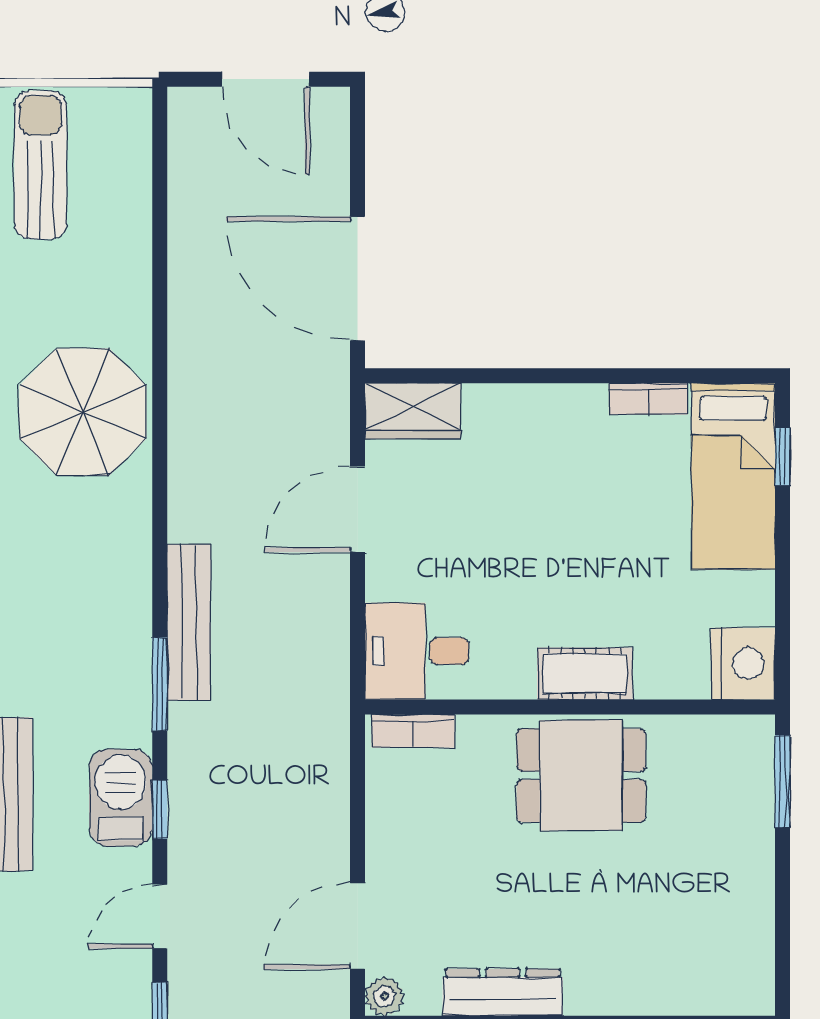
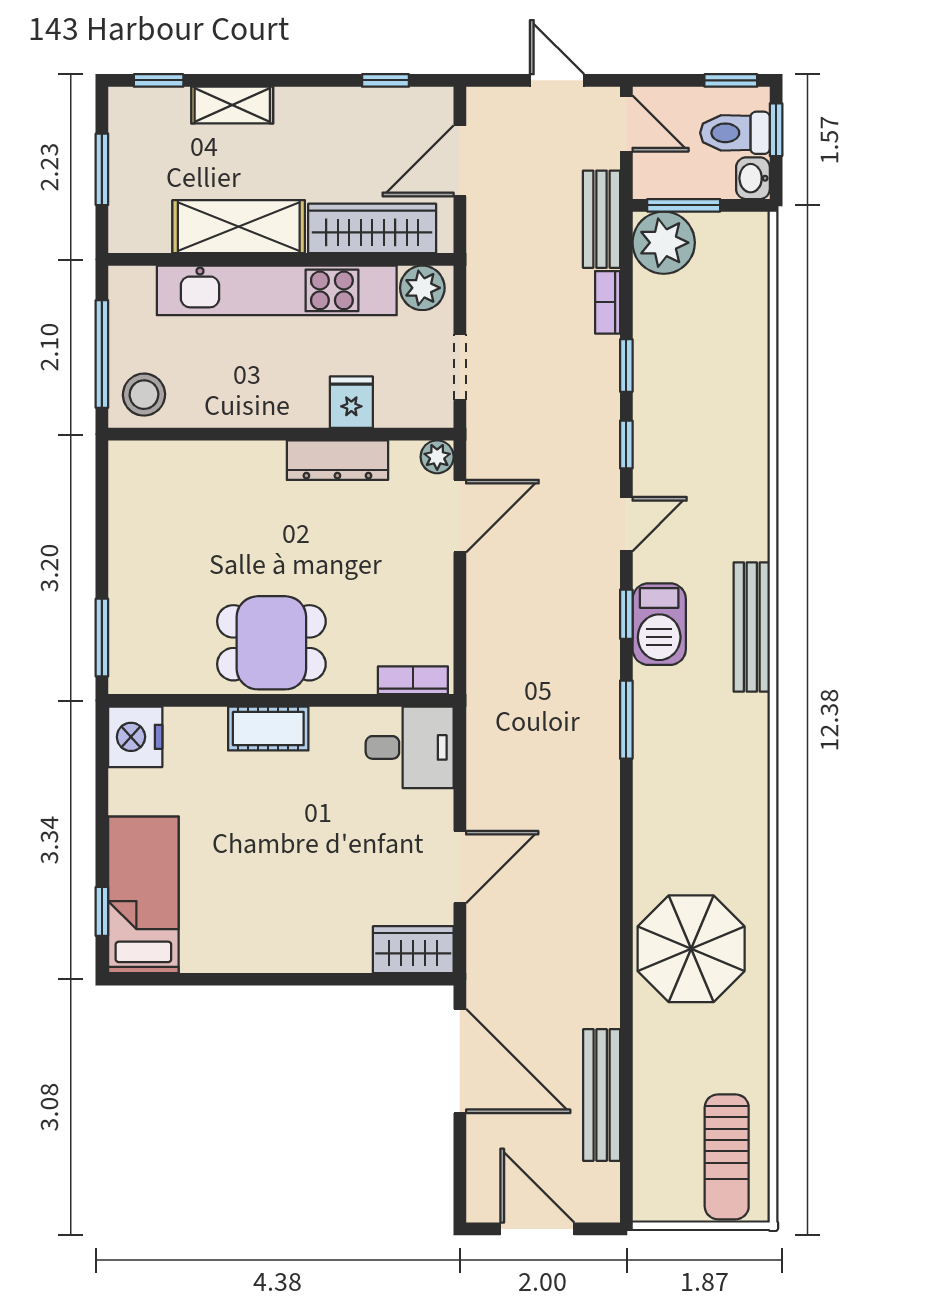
bookcase: (648, 399) -> (215, 960), removed
bench: (189, 622) -> (602, 1095), moved

